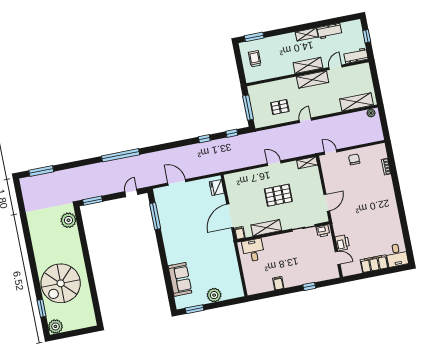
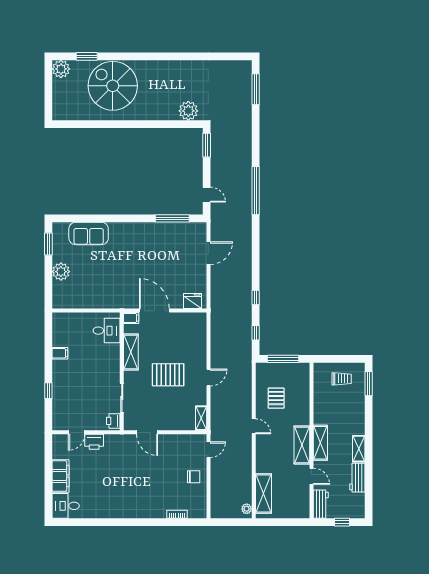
pallet: (278, 195) -> (168, 375), turned 90

